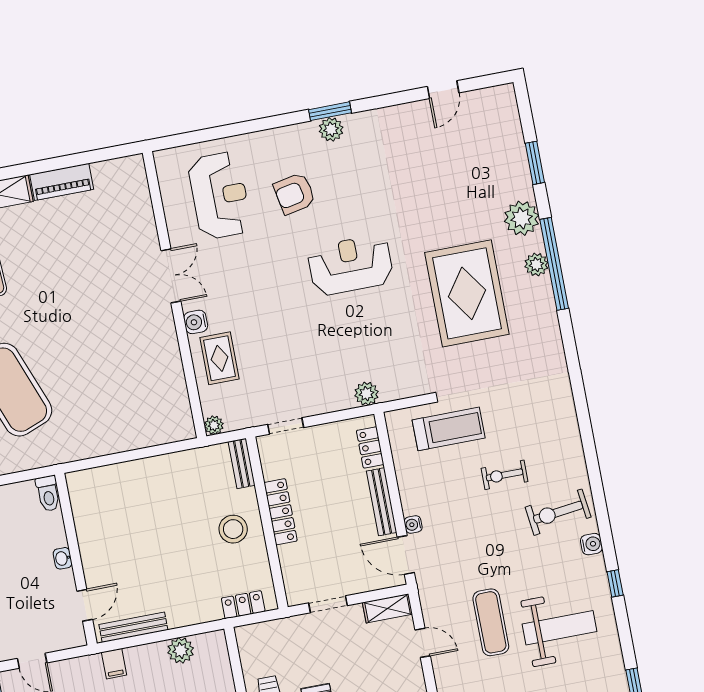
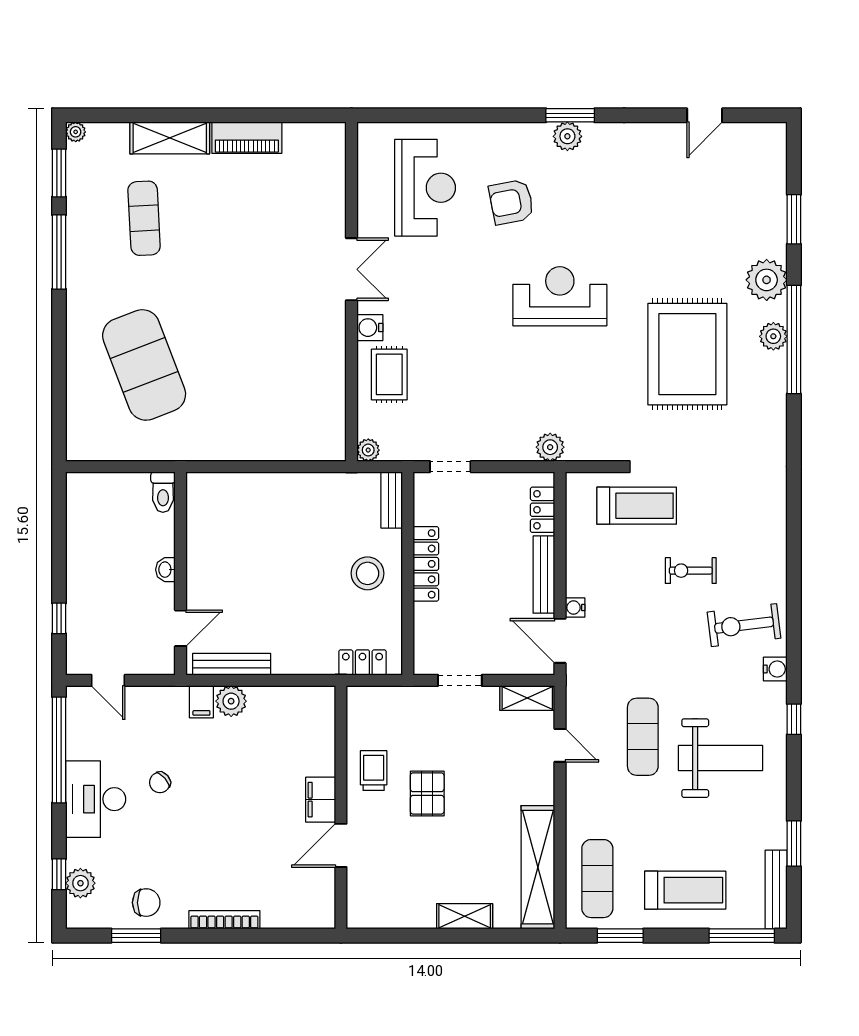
plant: (181, 650) -> (231, 701), moved

